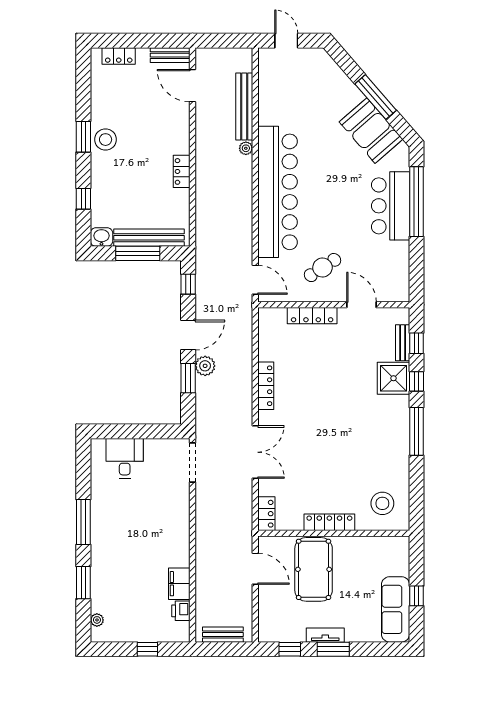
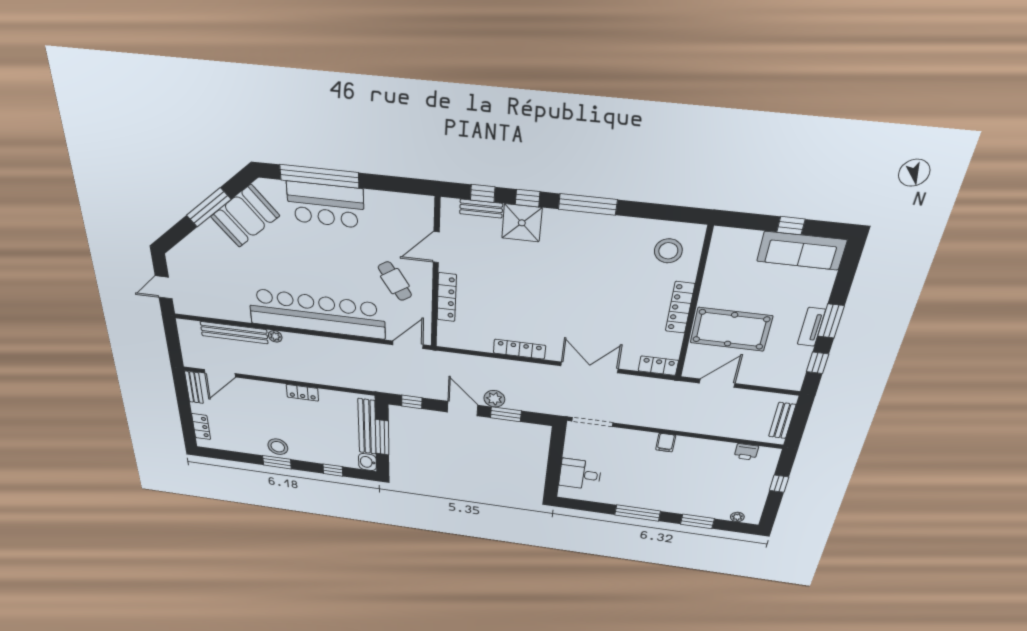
filing cabinet: (179, 584) -> (666, 443), moved, width x0.50

